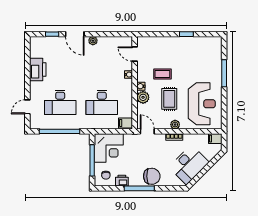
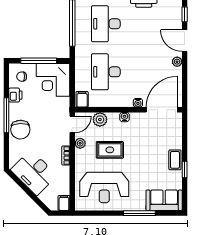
door: (75, 34) -> (185, 41), hinge flipped
sofa: (213, 52) -> (164, 200), added
door: (135, 54) -> (162, 110), width x1.88
coffee table: (162, 74) -> (175, 160), moved
plant: (143, 97) -> (100, 120), moved
plant: (175, 125) -> (80, 143), moved

